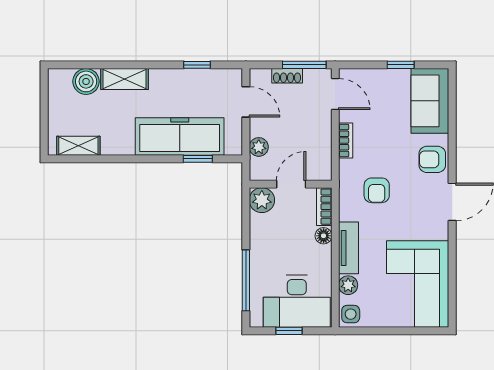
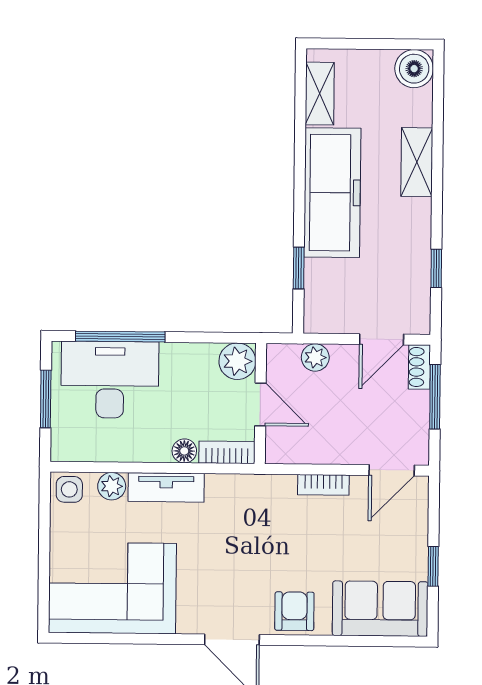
window: (304, 65) -> (435, 397), moved
shoe rack: (287, 76) -> (419, 367), moved
boiler: (86, 81) -> (414, 69), moved
freezer: (180, 136) -> (332, 193), moved
armchair: (377, 190) -> (250, 529), removed
desk: (297, 301) -> (110, 380), moved, turned 90
window: (289, 331) -> (46, 399), width x1.50

